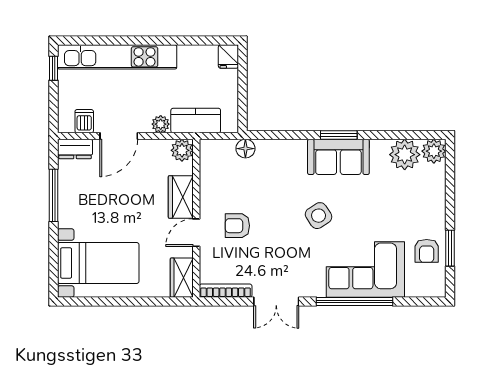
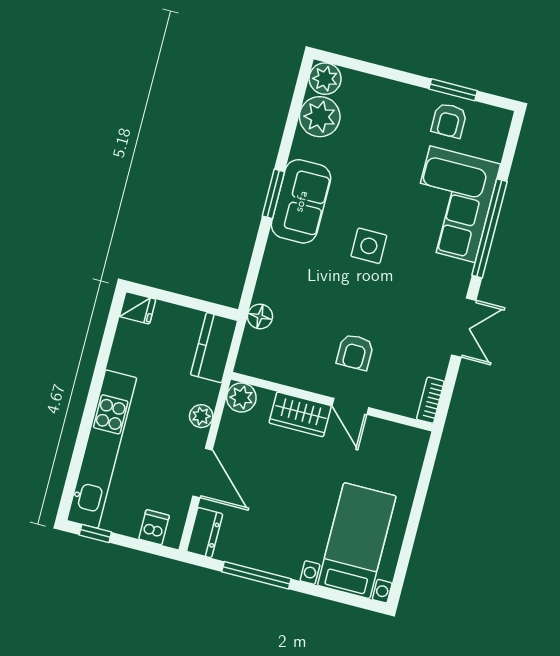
dishwasher: (84, 121) -> (154, 527), moved, turned 90
kitchen counter: (196, 121) -> (214, 348), moved
side table: (319, 216) -> (369, 246), turned 33
armchair: (427, 251) -> (449, 120), turned 90
wardrobe: (182, 278) -> (403, 440), removed
bookcase: (226, 291) -> (430, 400), width x0.64

